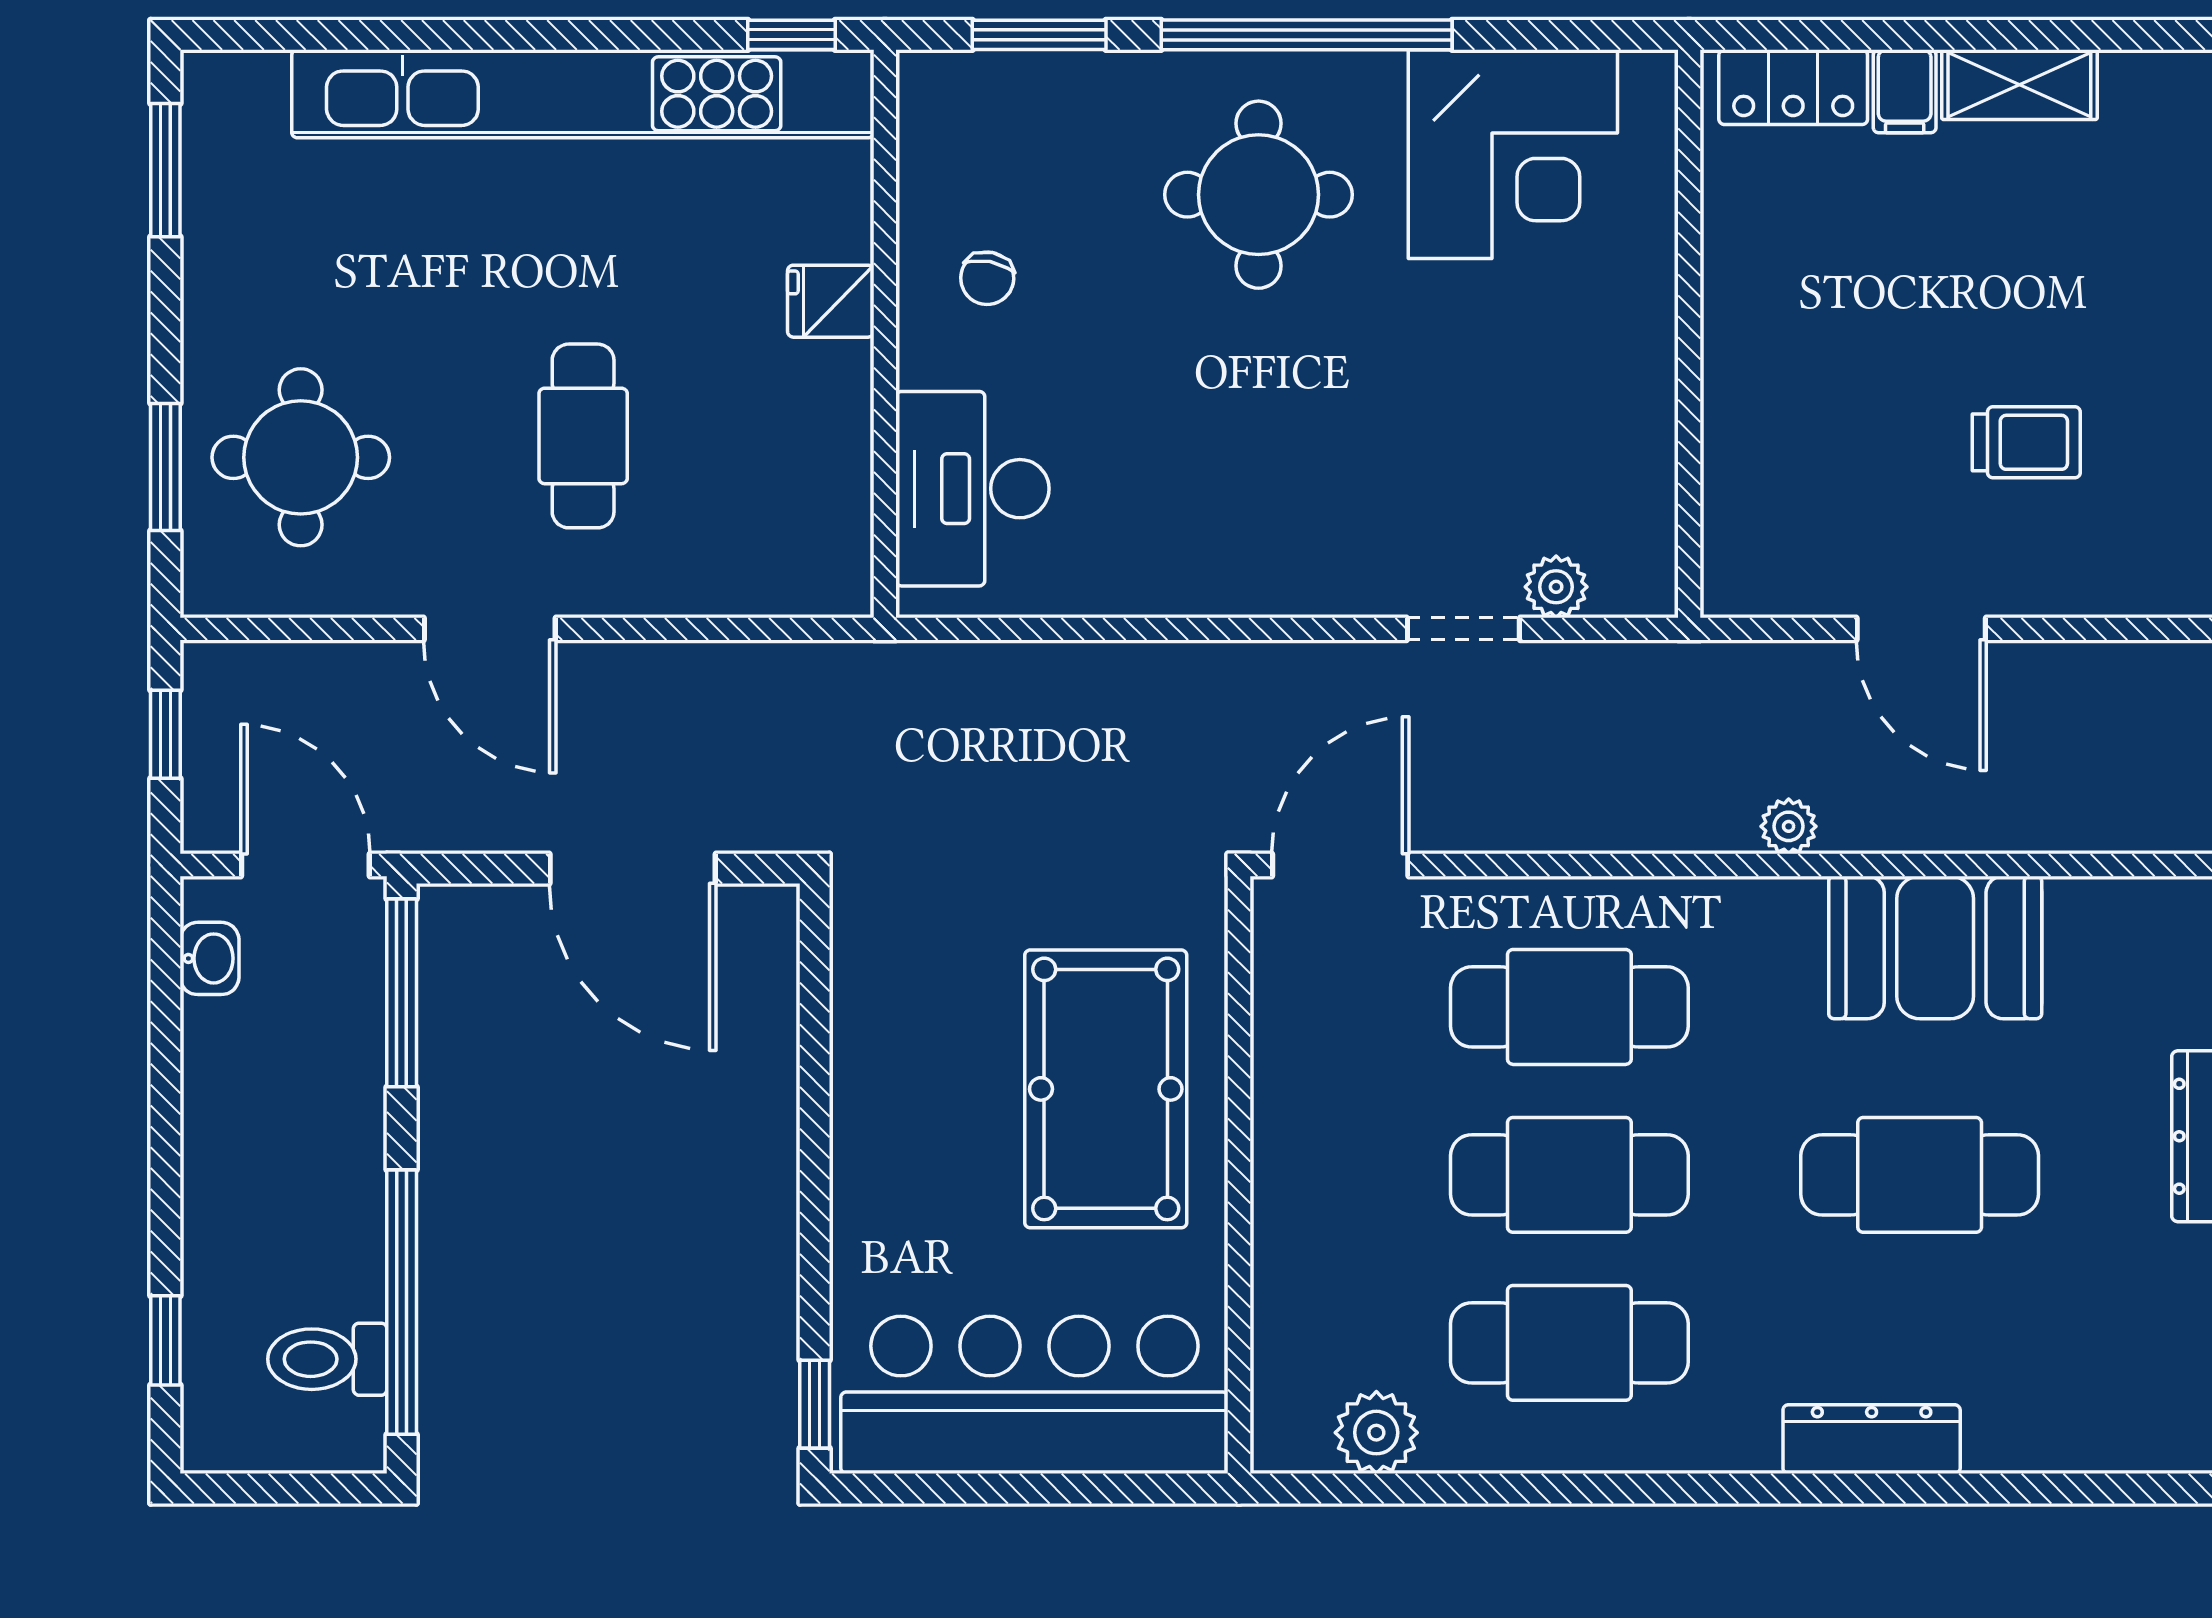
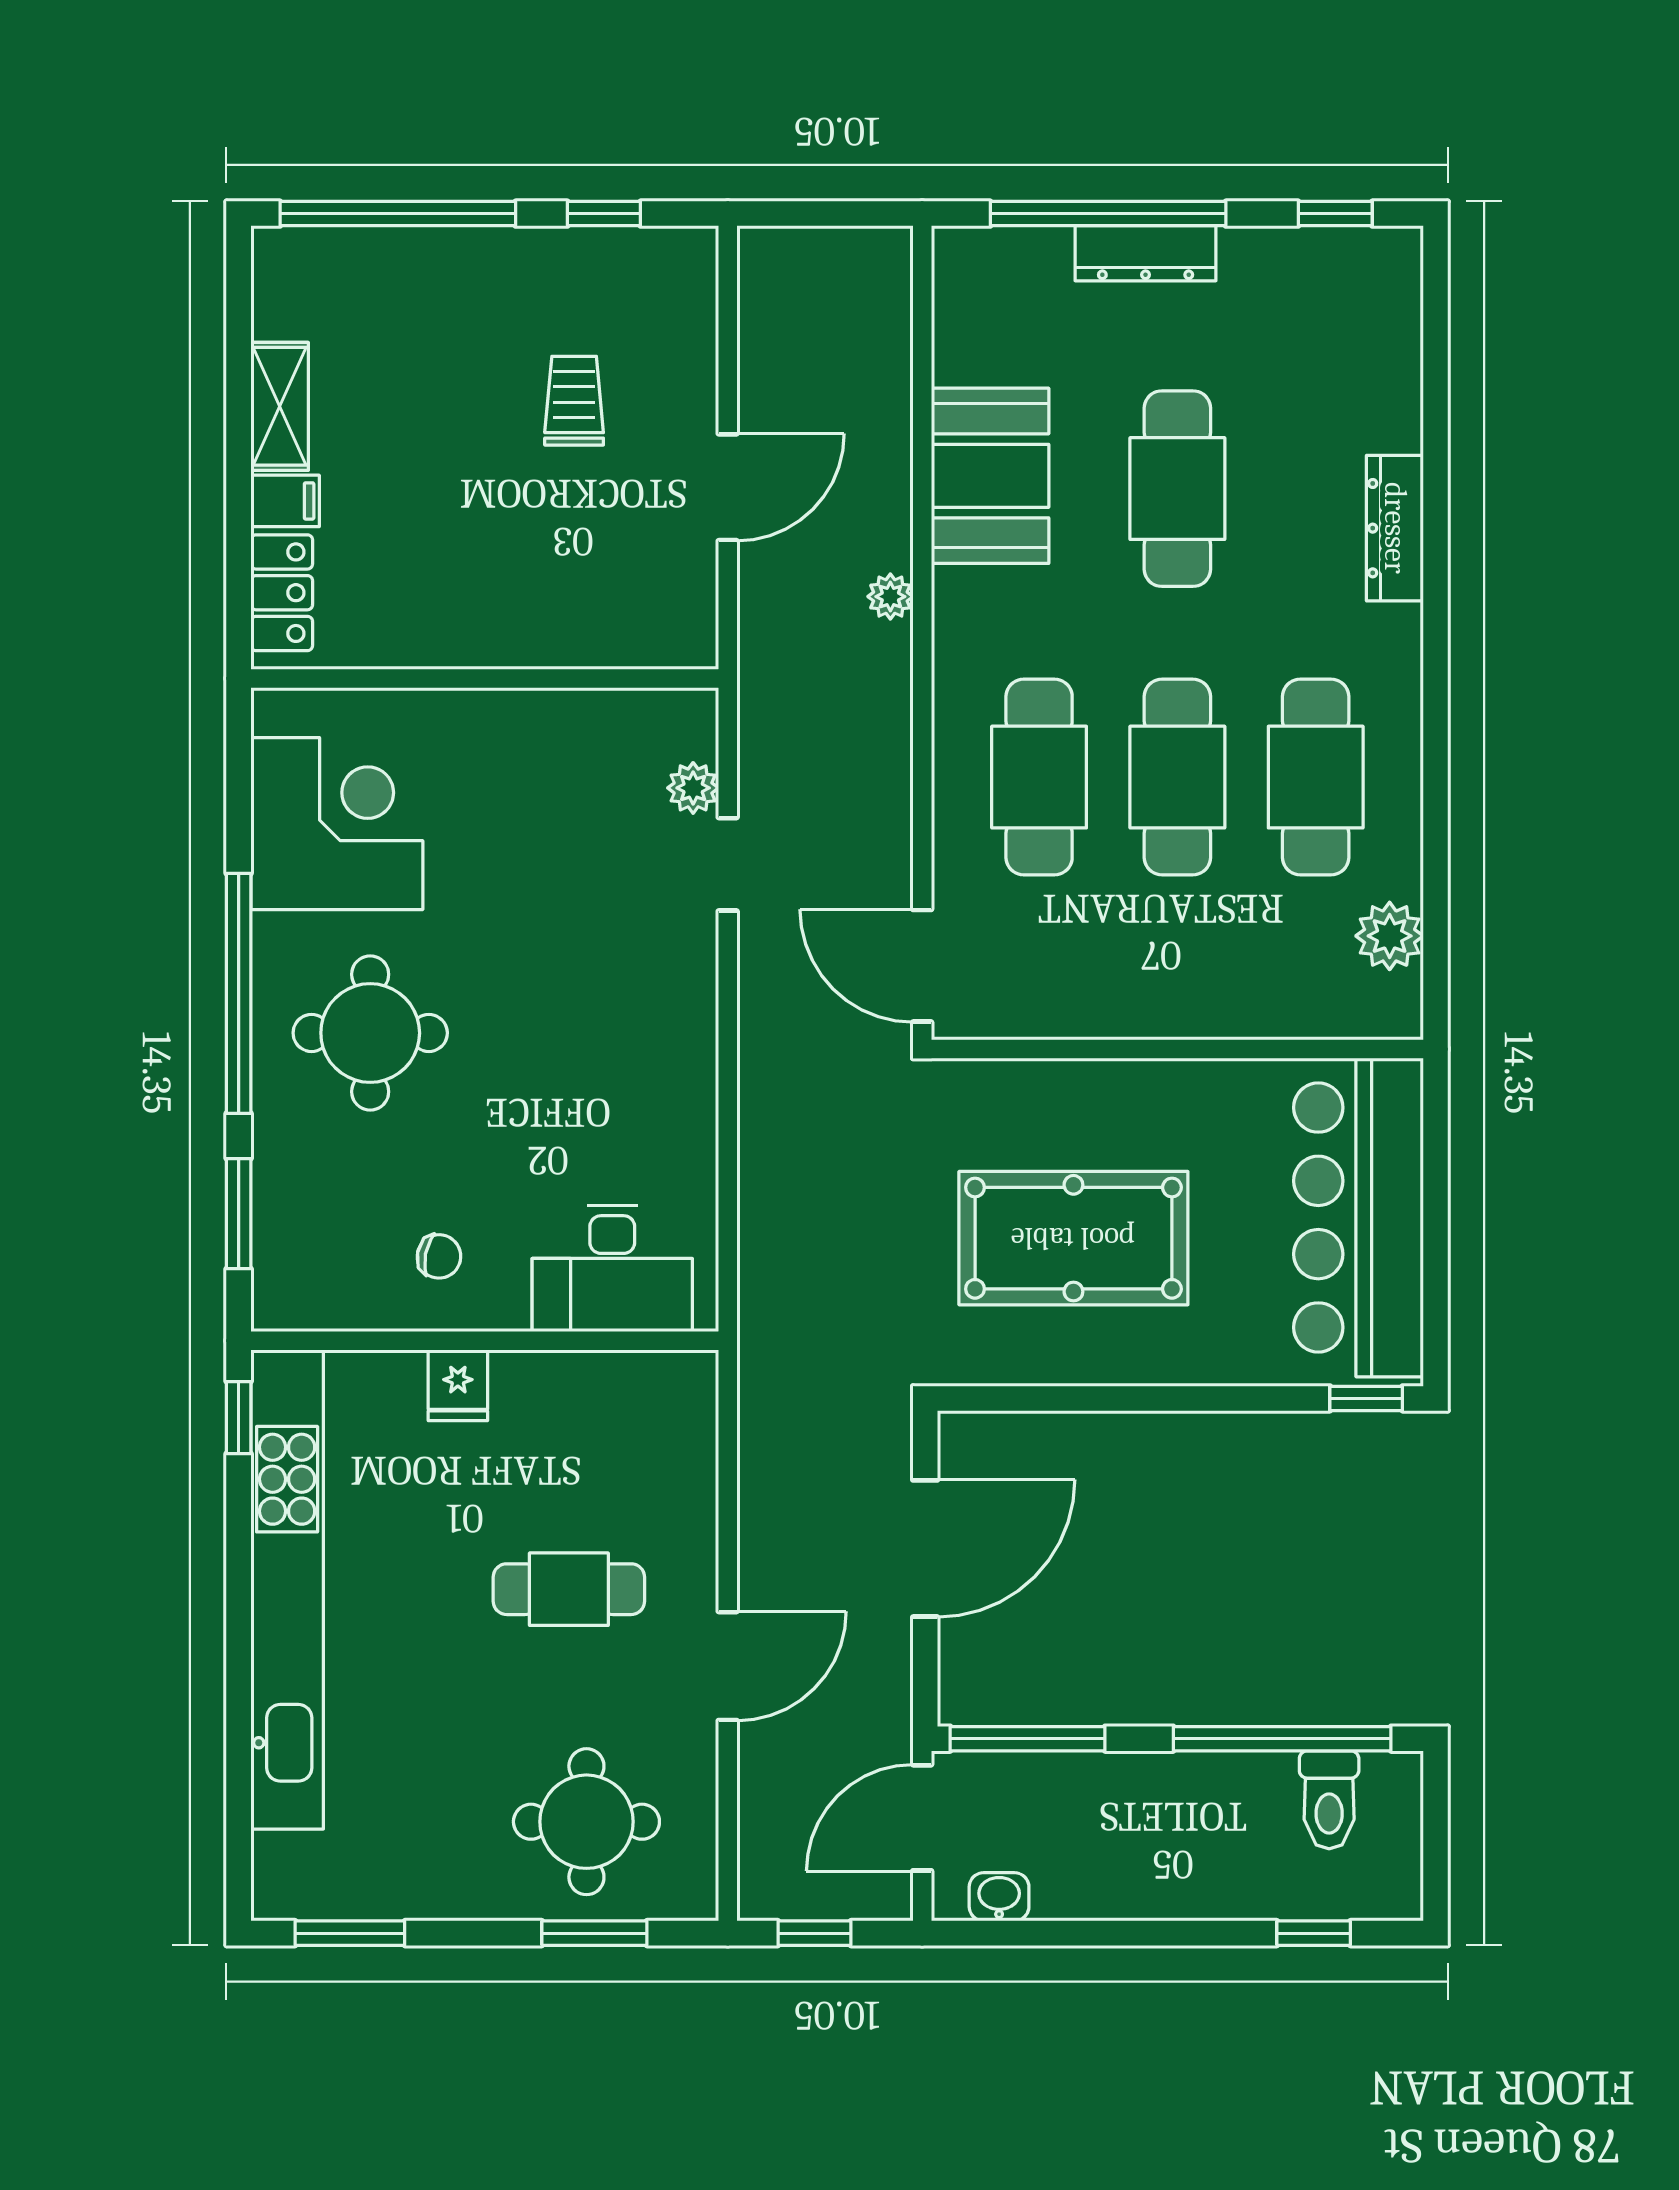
pool table: (1106, 1089) -> (1073, 1238), moved

